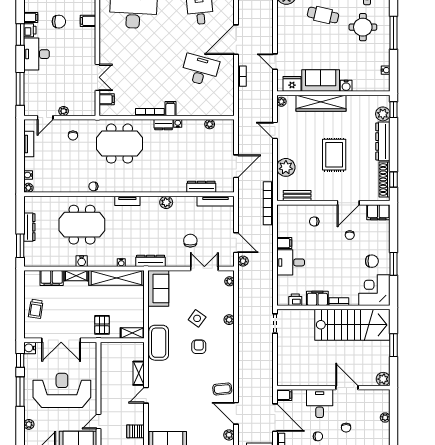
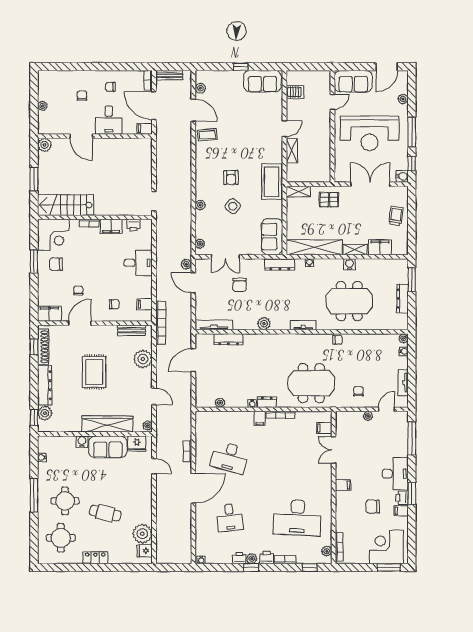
filing cabinet: (88, 21) -> (343, 485), moved
filing cabinet: (284, 243) -> (145, 304), moved
pallet: (102, 325) -> (329, 200), turned 90
stairs: (352, 325) -> (66, 205), width x0.73, depth x0.66

